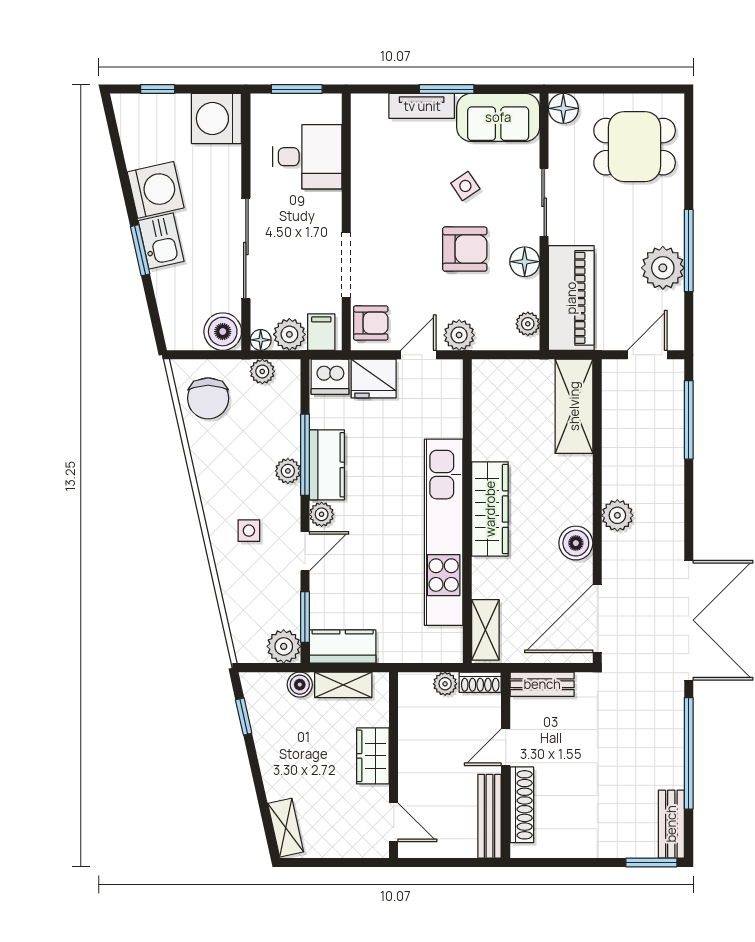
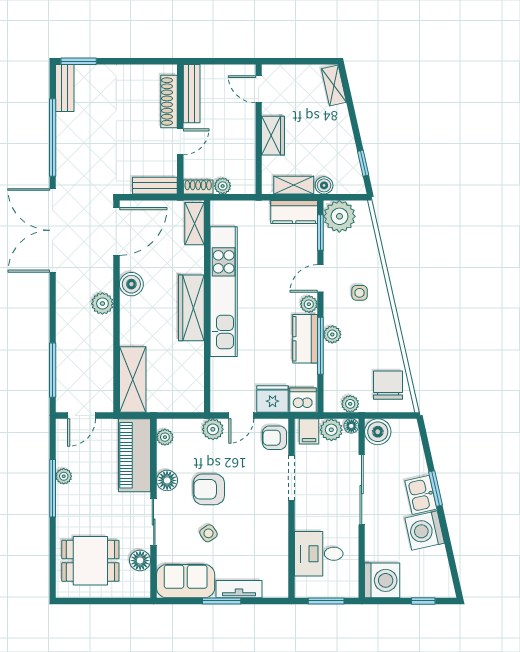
floor lamp: (563, 108) -> (140, 561), moved
plant: (663, 268) -> (64, 476), width x0.53, depth x0.53
plant: (284, 646) -> (339, 216), width x1.36, depth x1.36

